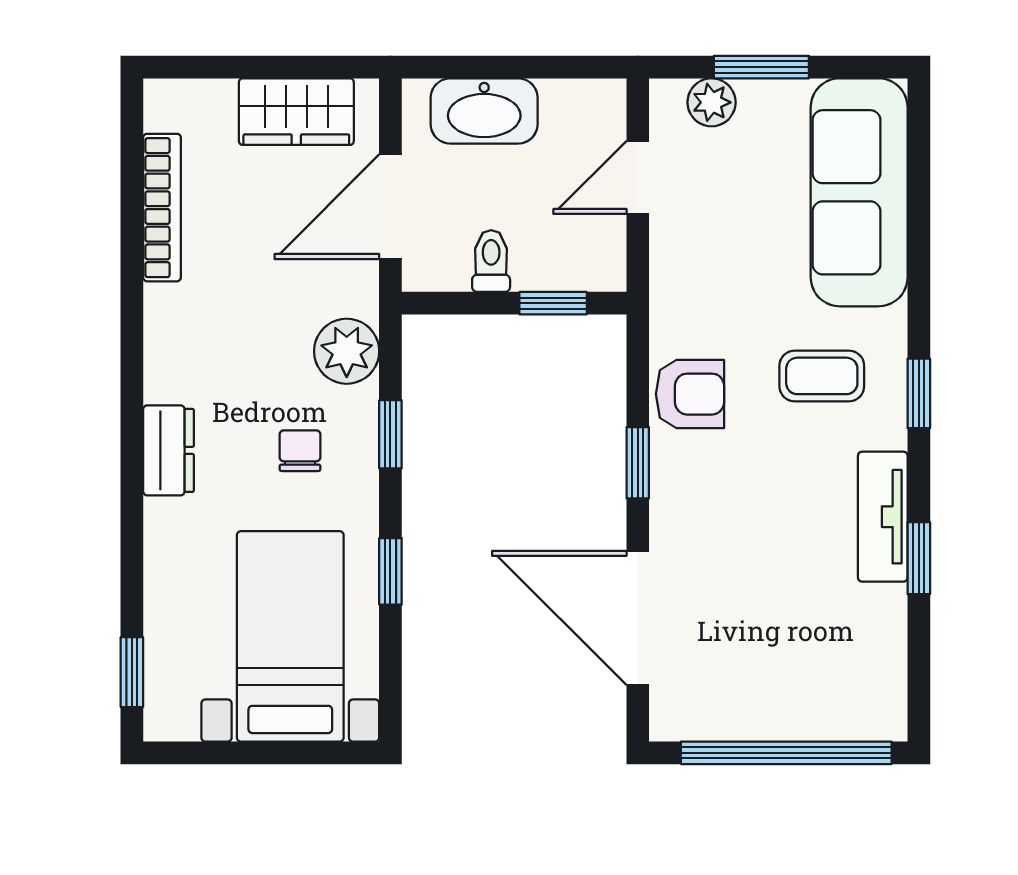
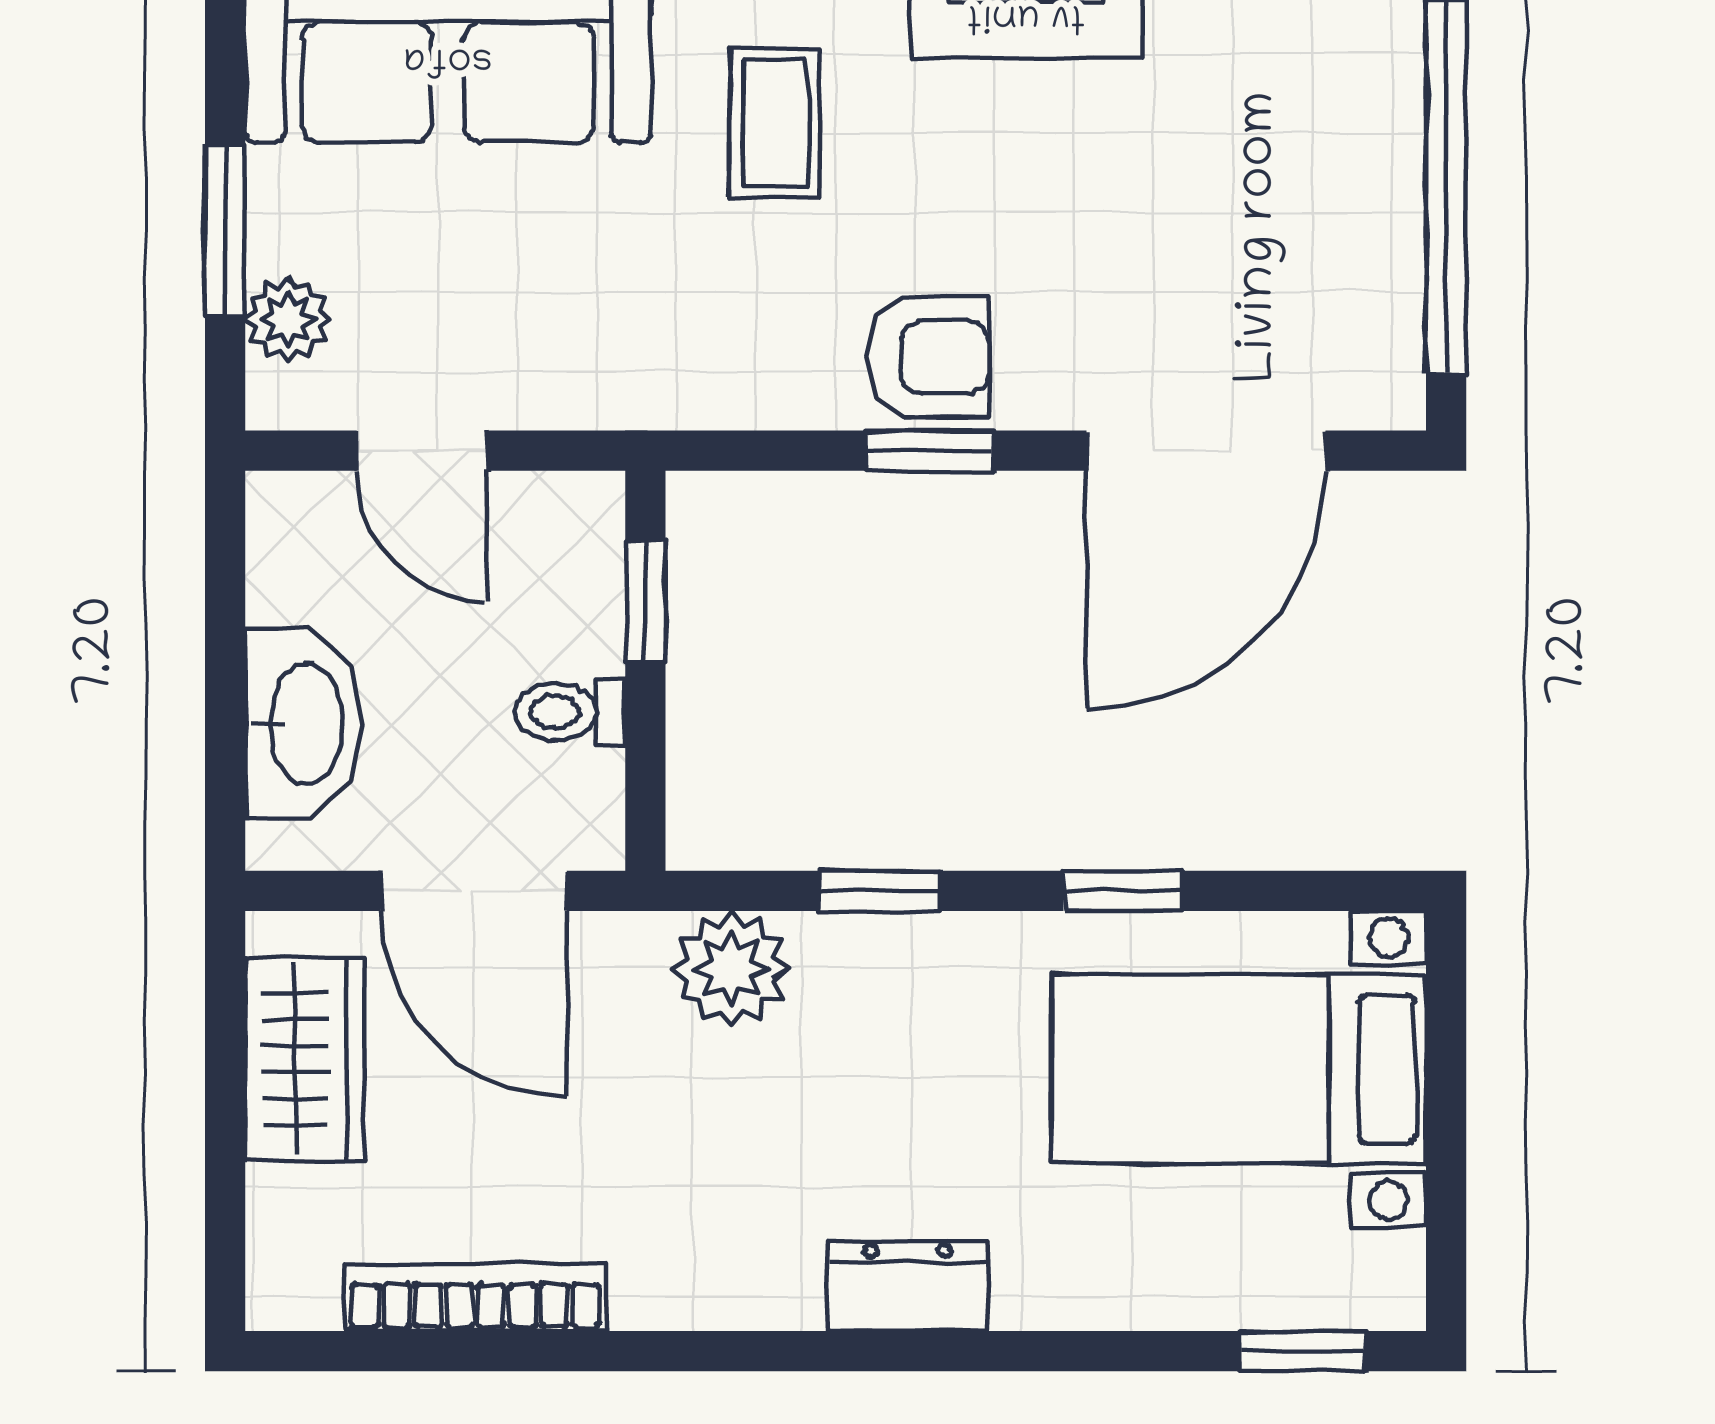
armchair: (690, 394) -> (928, 357), moved, turned 90
chair: (300, 451) -> (908, 1052), removed

